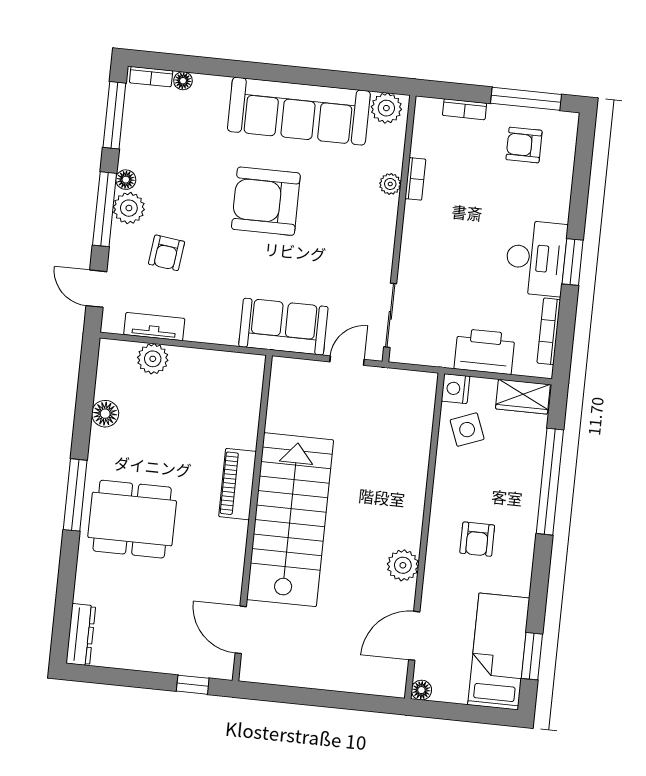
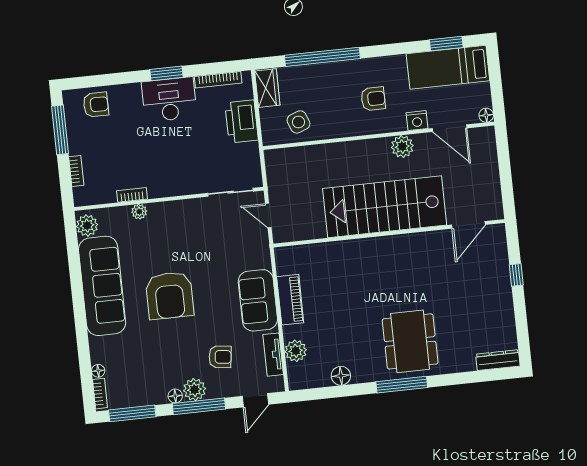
armchair: (524, 145) -> (96, 105), moved, turned -90
sofa: (283, 327) -> (258, 300), moved
nightstand: (455, 389) -> (417, 121), moved
piano: (238, 484) -> (290, 300), moved, turned -90
wall: (252, 518) -> (389, 233), moved
stairs: (290, 520) -> (385, 207), moved
door: (241, 630) -> (468, 225), moved

